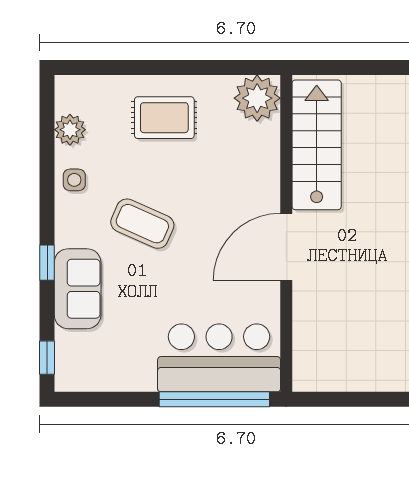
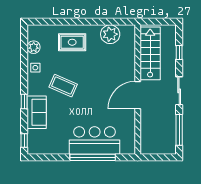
stairs: (317, 145) -> (150, 53), moved
wall: (286, 233) -> (138, 90), moved
door: (286, 247) -> (138, 95), moved

